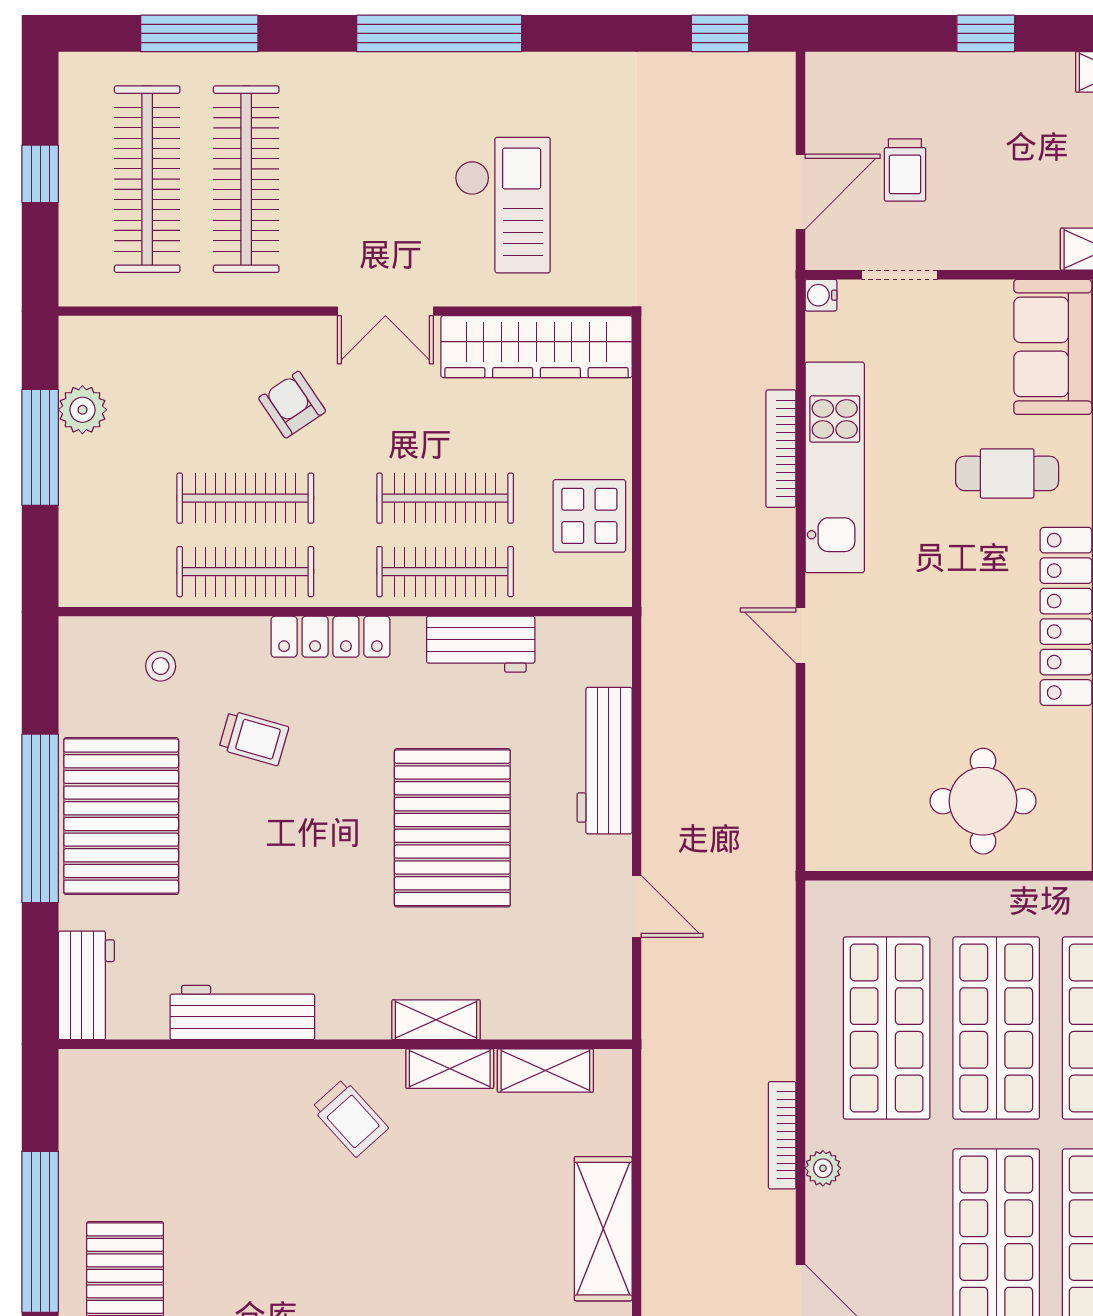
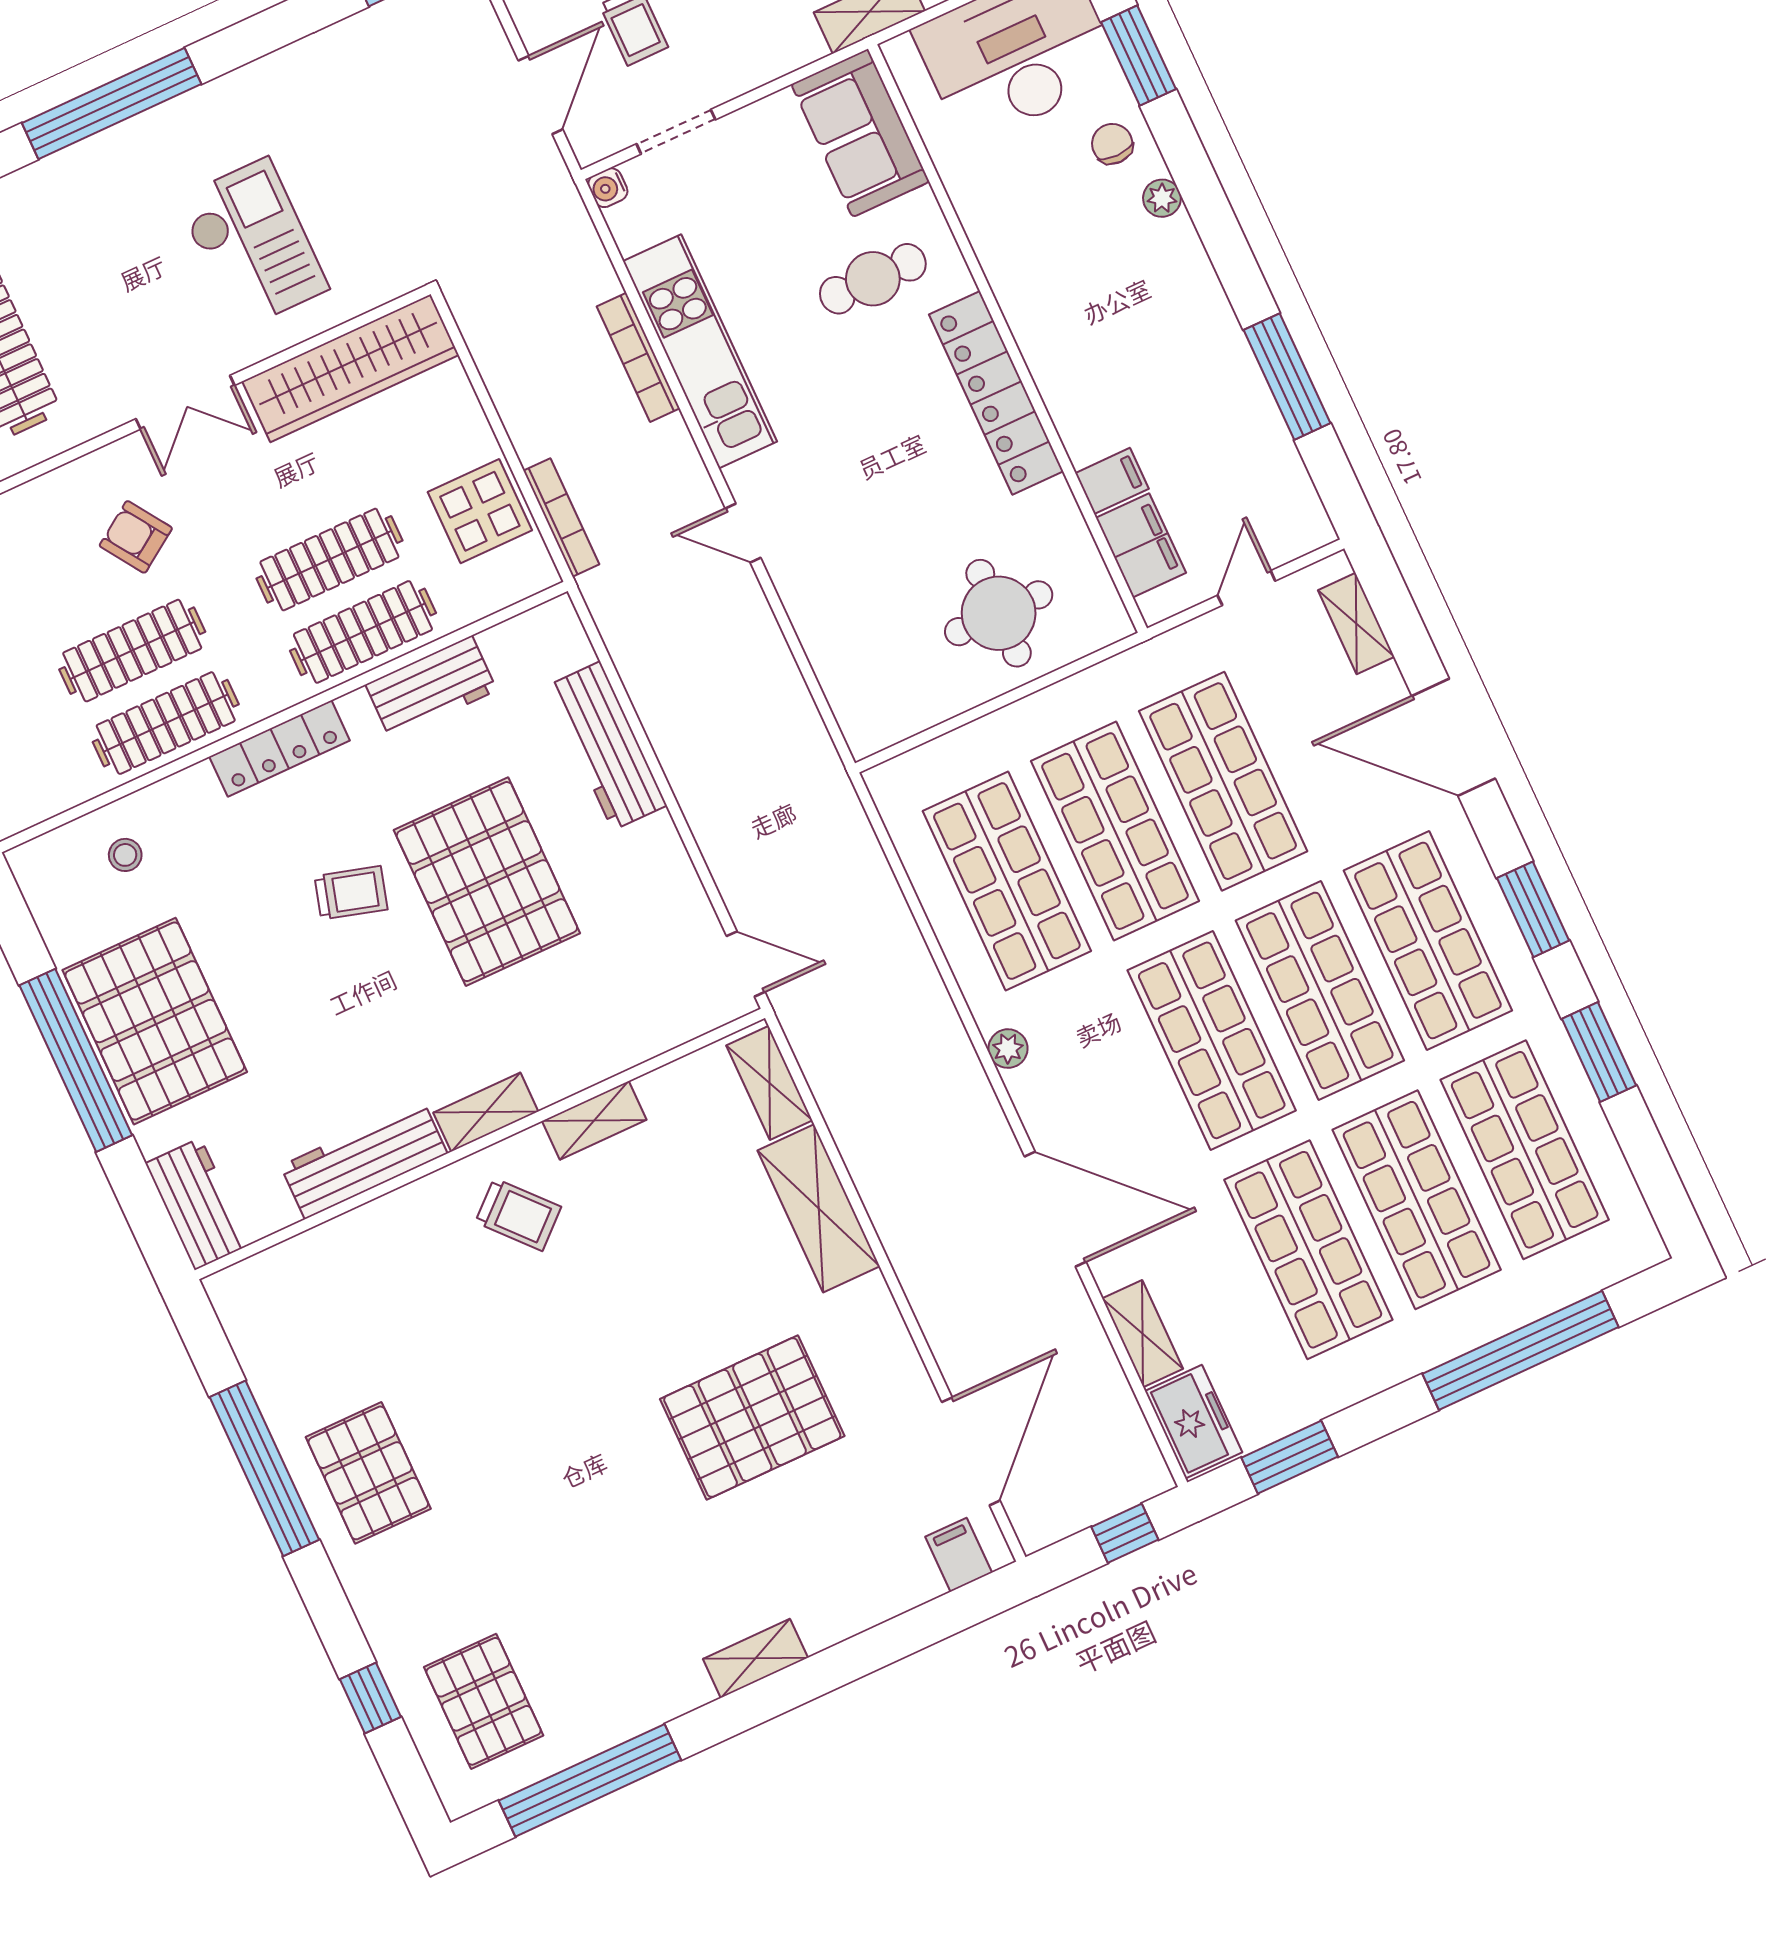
trolley: (254, 738) -> (351, 893), moved
door: (637, 906) -> (746, 964), moved
shelving: (436, 1020) -> (486, 1112), moved
shelving: (545, 1070) -> (769, 1083), moved, turned 90
bookcase: (782, 1135) -> (561, 517), moved, turned 180

